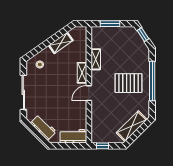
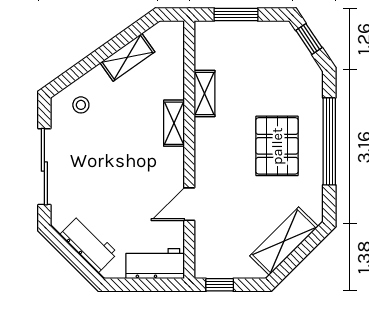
pallet: (129, 83) -> (277, 146), turned 90
door: (89, 93) -> (189, 204), moved

